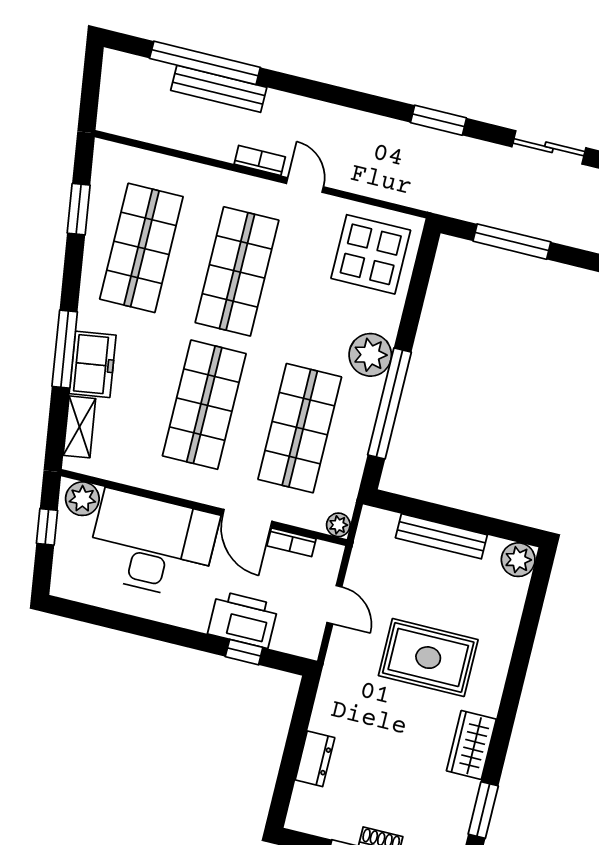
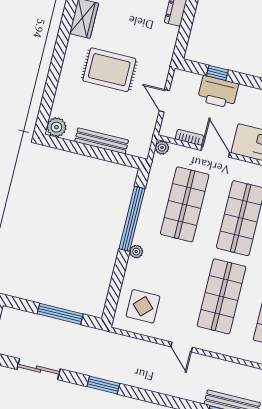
bookcase: (260, 160) -> (208, 361), removed
display table: (371, 254) -> (143, 306), width x0.73, depth x0.73
plant: (370, 355) -> (136, 252), width x0.53, depth x0.53

